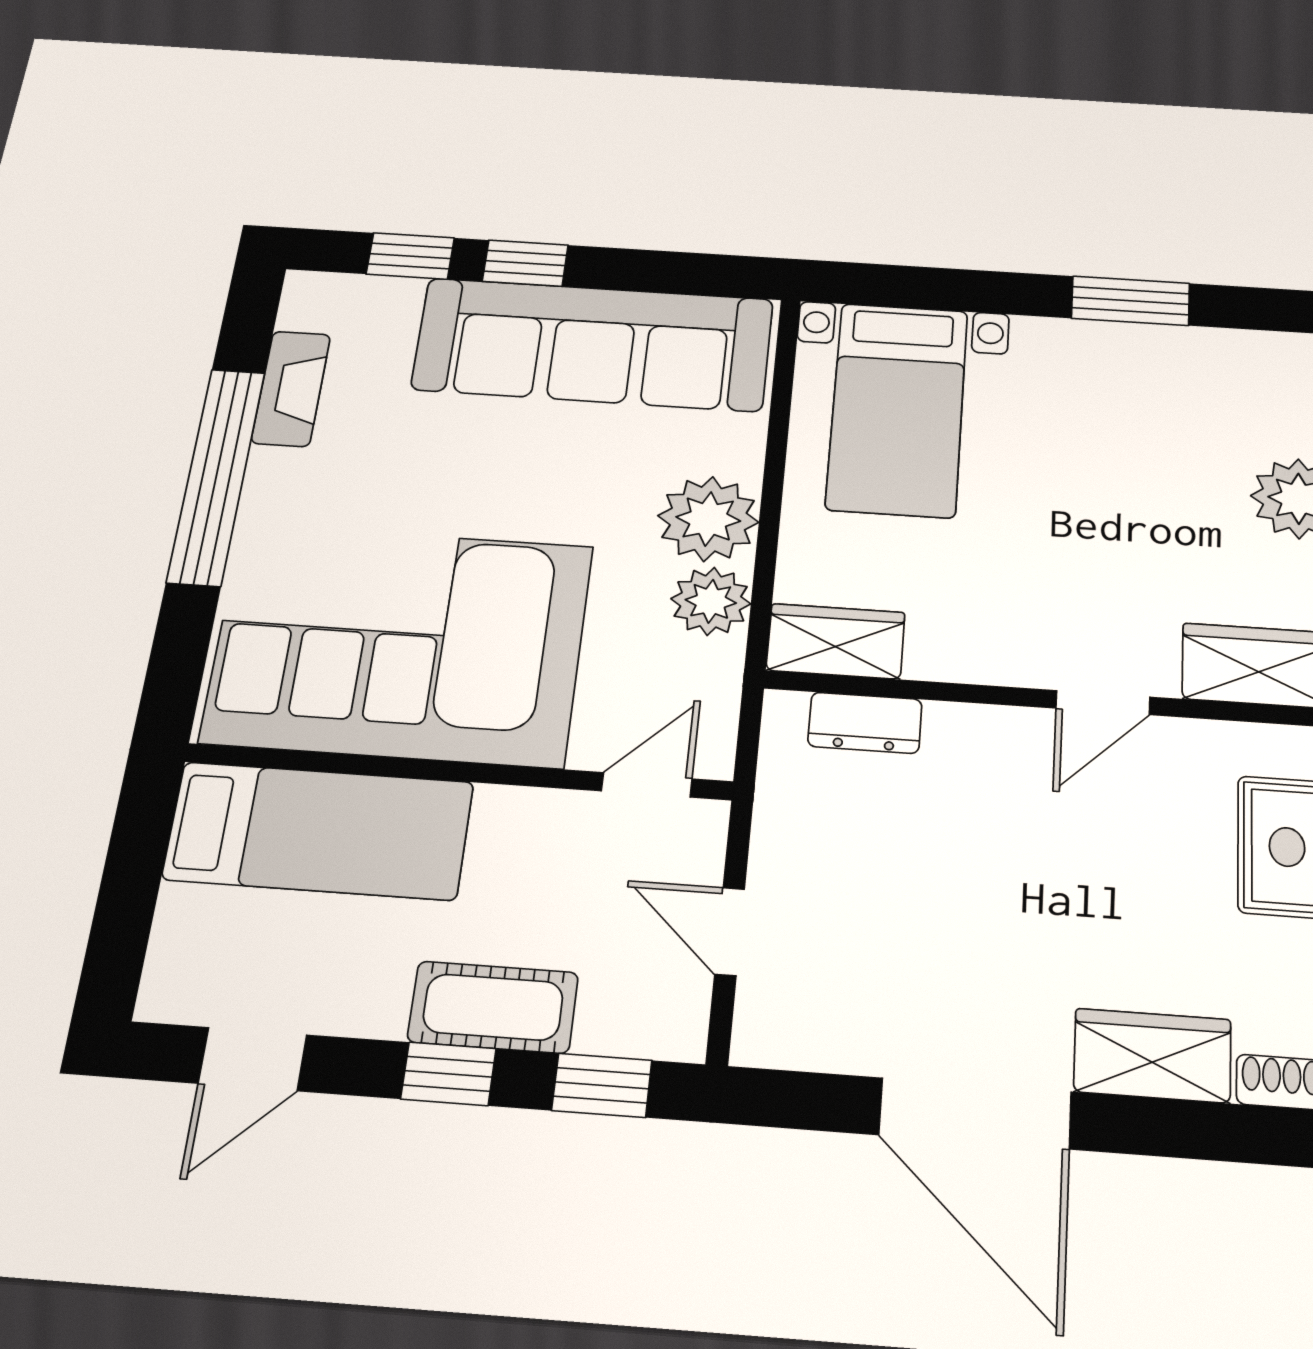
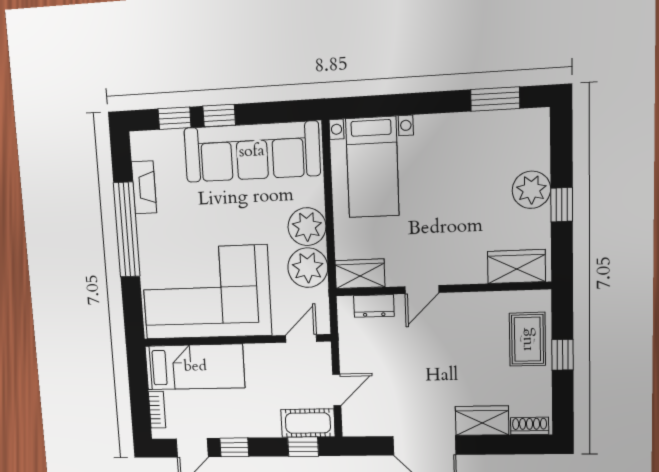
window: (1131, 301) -> (495, 99), moved
plant: (711, 601) -> (308, 268), width x1.36, depth x1.36
door: (1103, 703) -> (422, 290), moved
door: (730, 931) -> (337, 390), swing flipped
bookcase: (172, 939) -> (157, 410), added
cot: (493, 1007) -> (308, 423), moved
window: (448, 1074) -> (234, 447), moved

